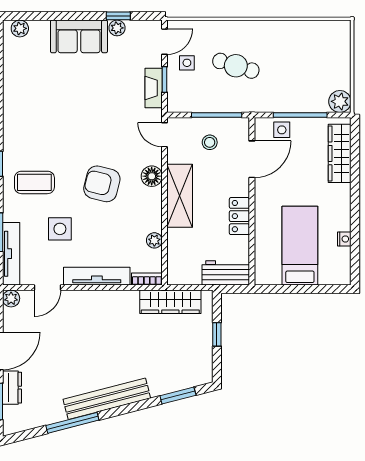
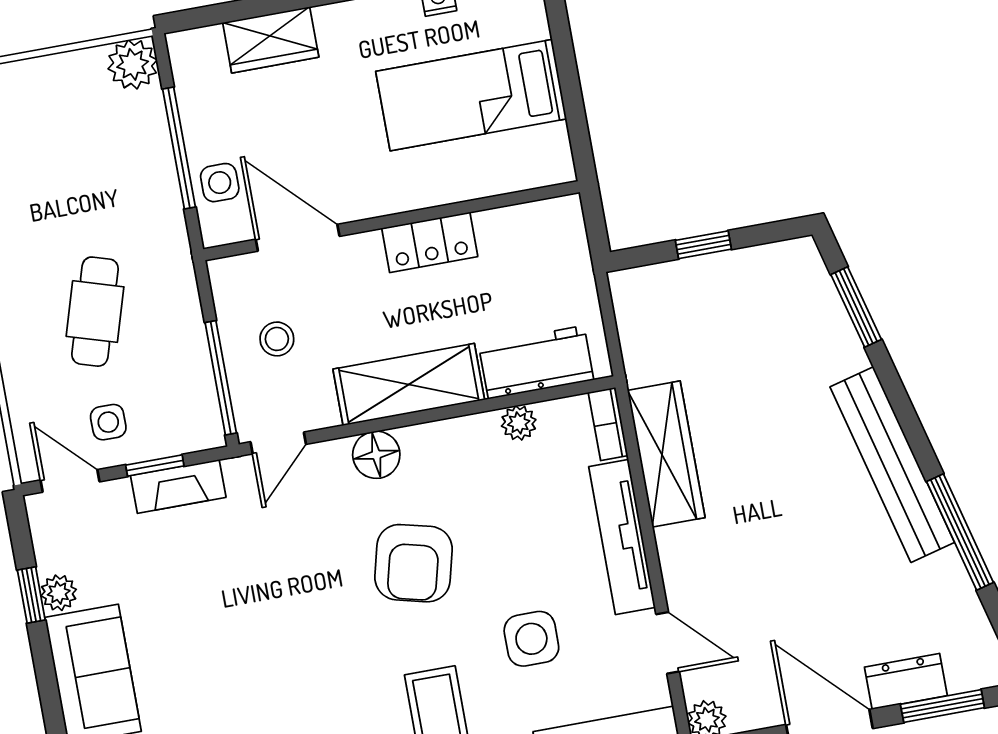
window: (217, 115) -> (221, 378), moved
wardrobe: (340, 153) -> (271, 40), width x0.67
workbench: (226, 273) -> (536, 362), moved, turned 90
wardrobe: (170, 302) -> (666, 454), moved

